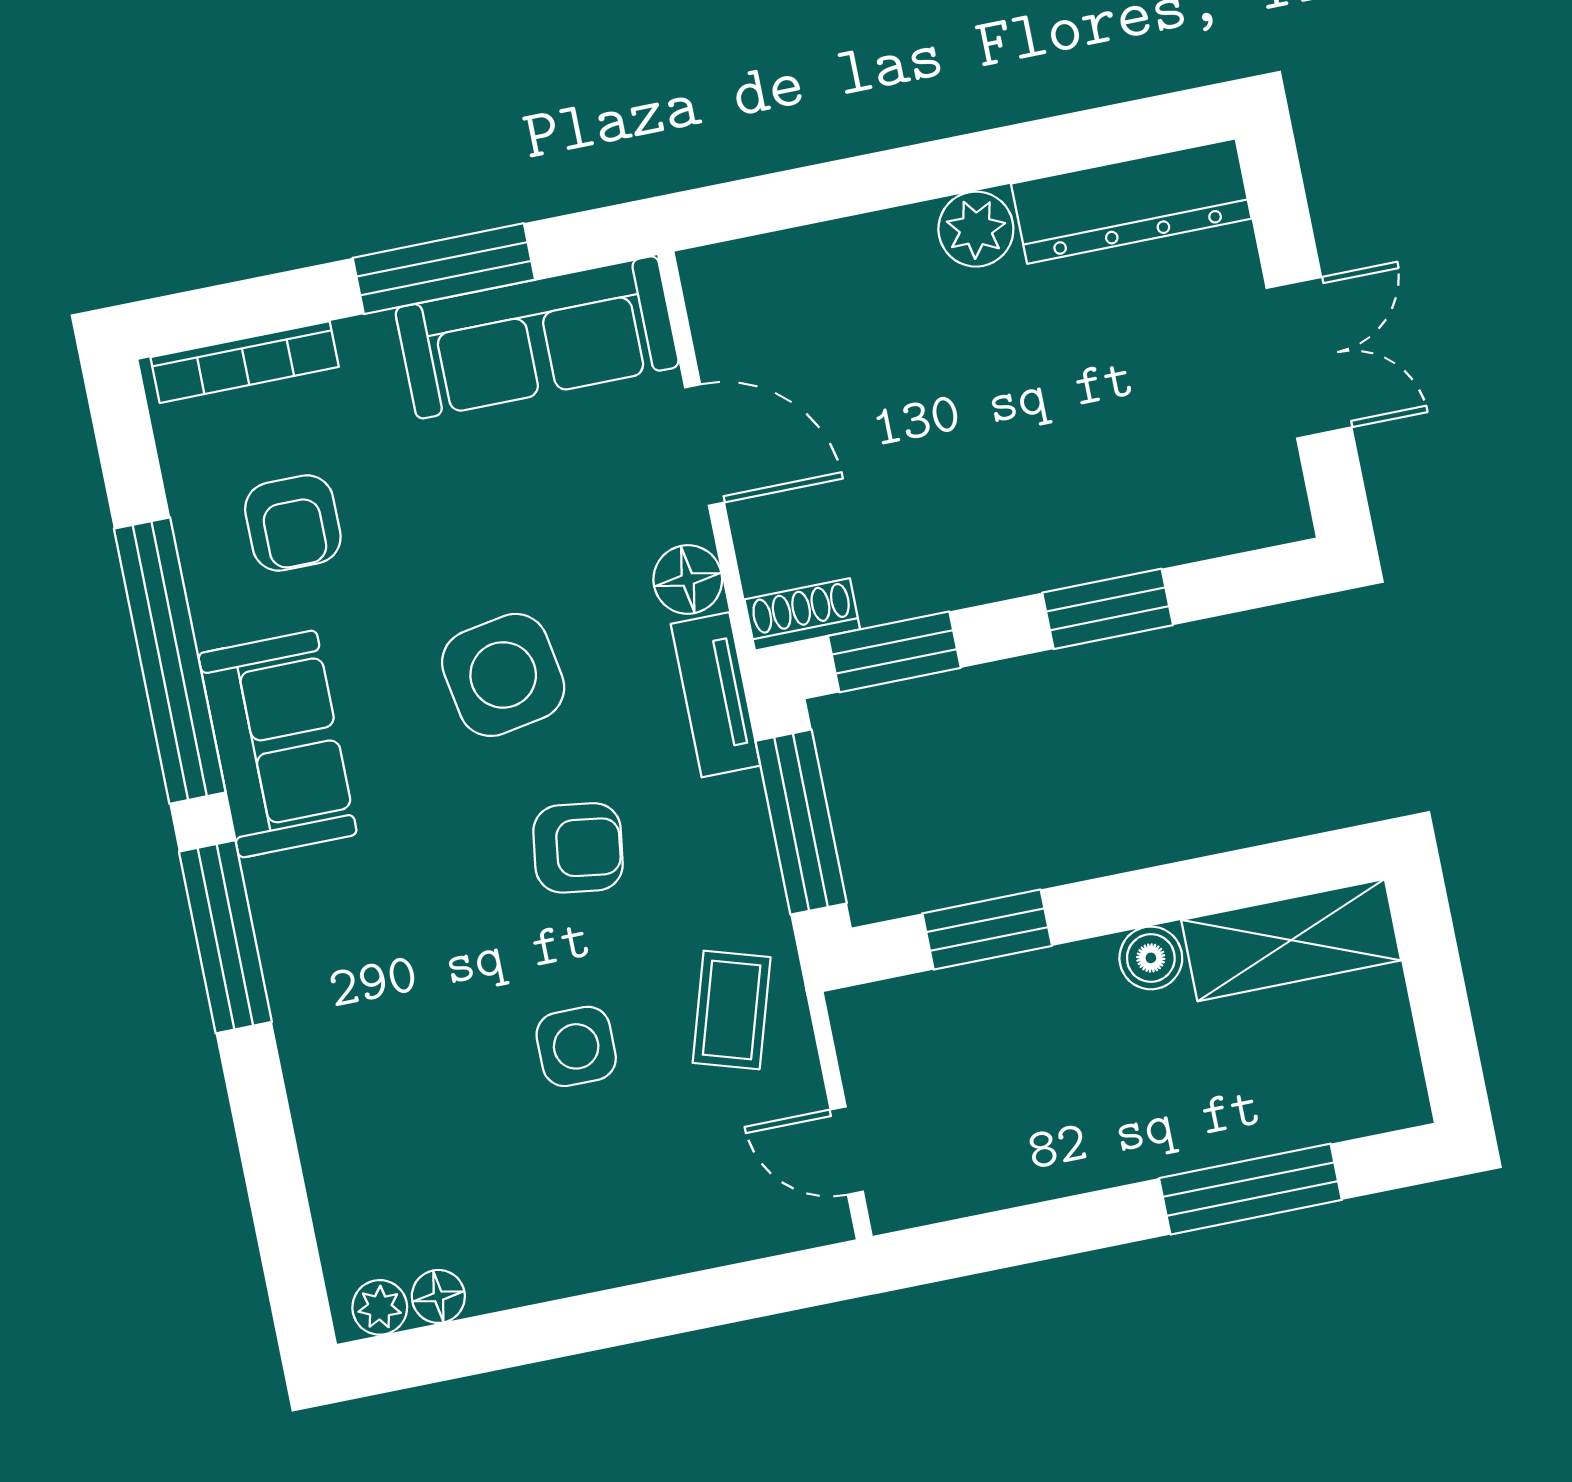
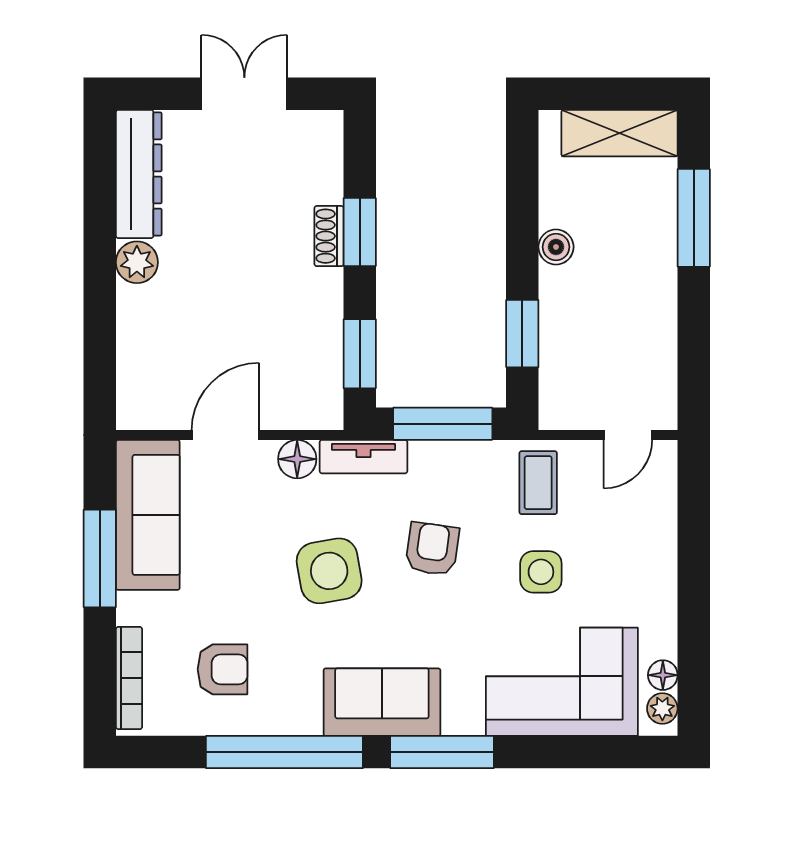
shoe rack: (802, 614) -> (329, 236), moved
sofa: (278, 744) -> (382, 702), moved
shelving: (1291, 940) -> (619, 133), moved, turned 90
coffee table: (732, 1010) -> (538, 483), turned 73
corner sofa: (391, 1122) -> (562, 682), added

